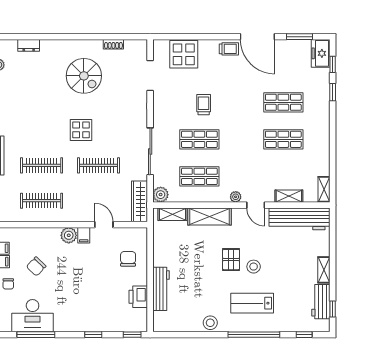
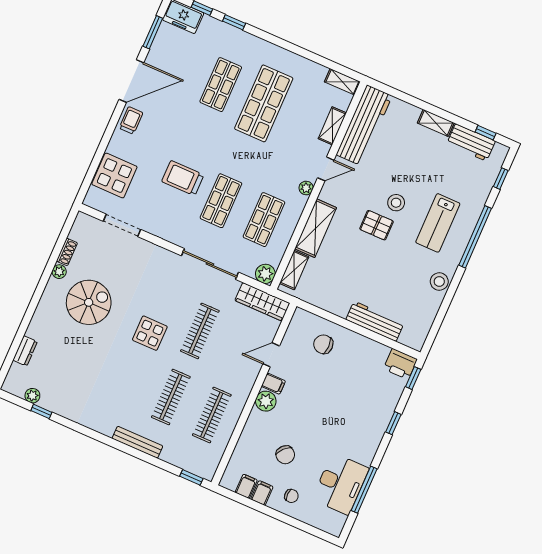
plant: (97, 45) -> (59, 272), added
trolley: (204, 105) -> (183, 178), width x1.36, depth x1.39
shop shelf: (283, 139) -> (264, 103), width x1.43, depth x1.36
printer: (138, 297) -> (400, 364), moved

